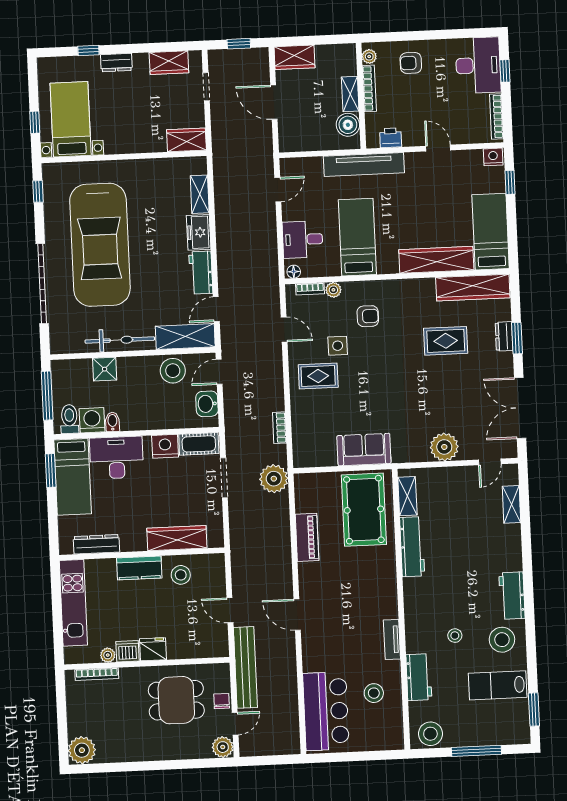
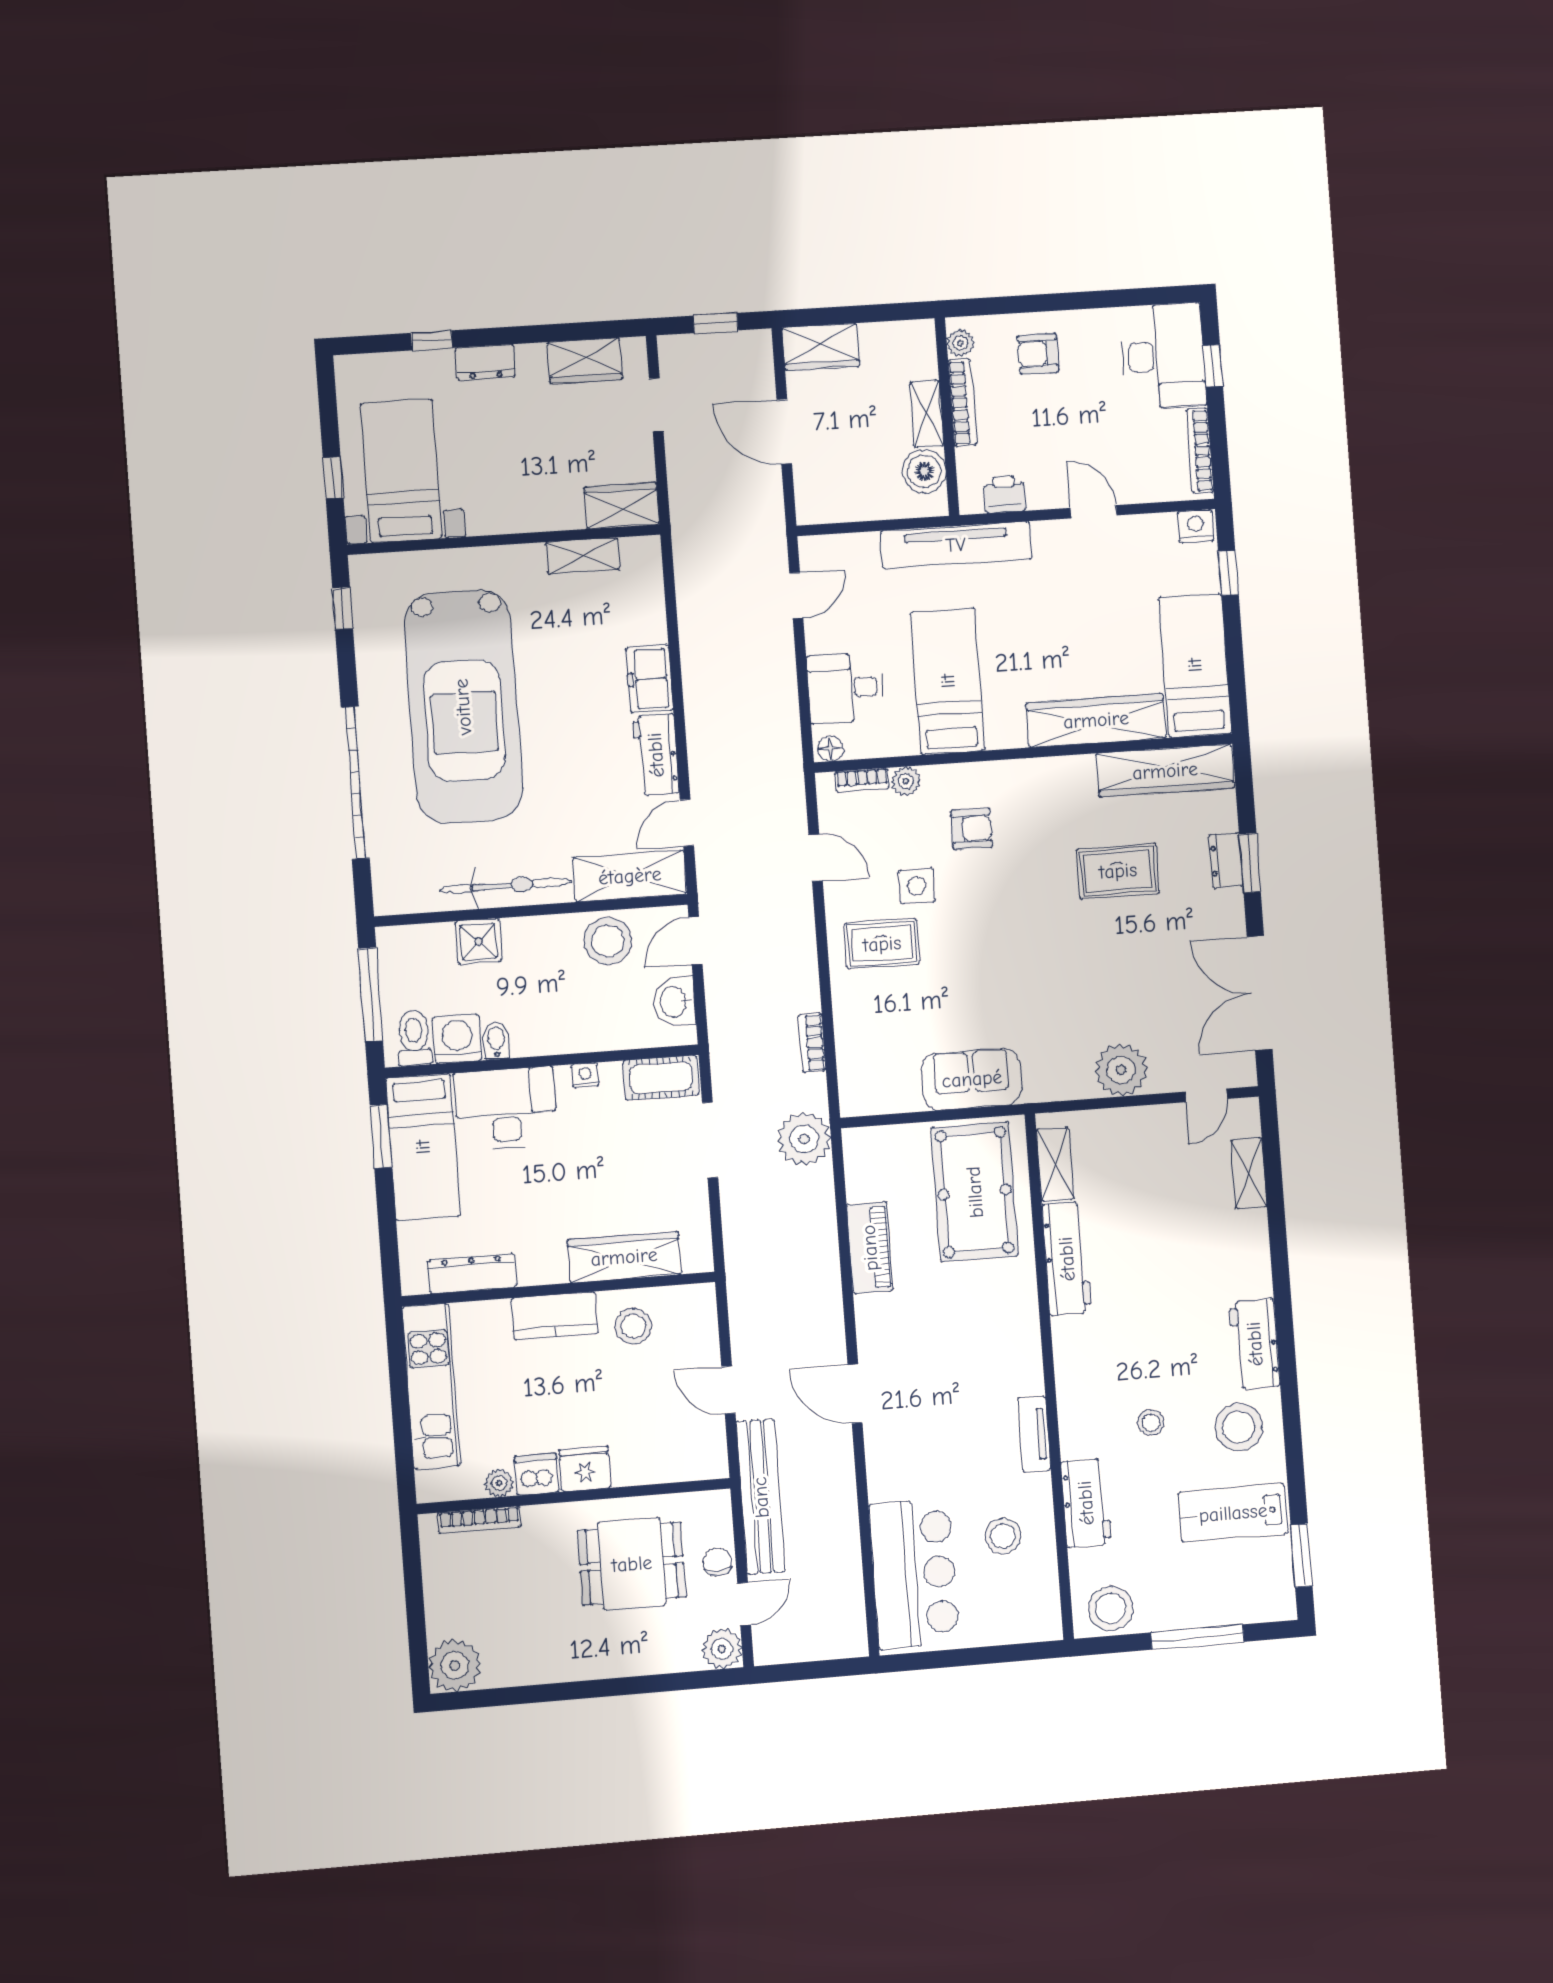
shelving: (200, 194) -> (582, 556), moved, turned 90
nightstand: (165, 446) -> (585, 1075), width x0.53, depth x0.56

